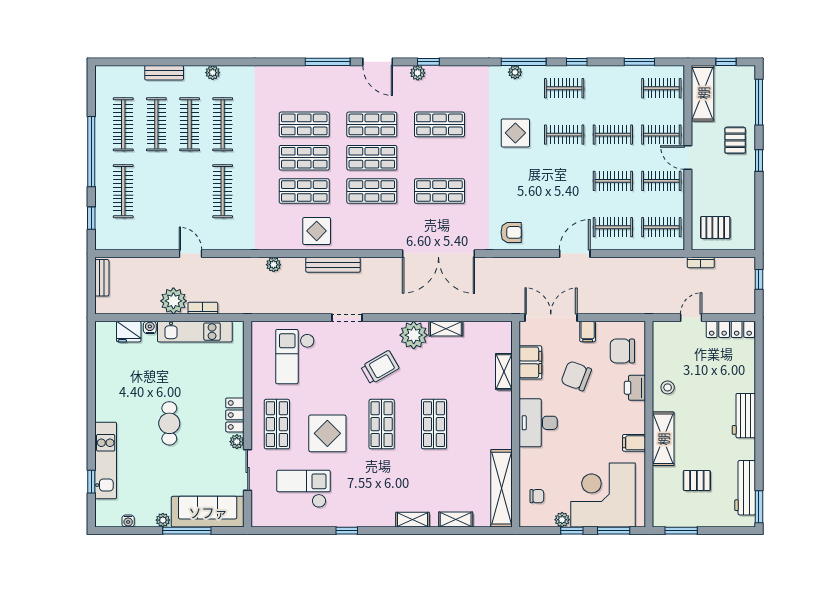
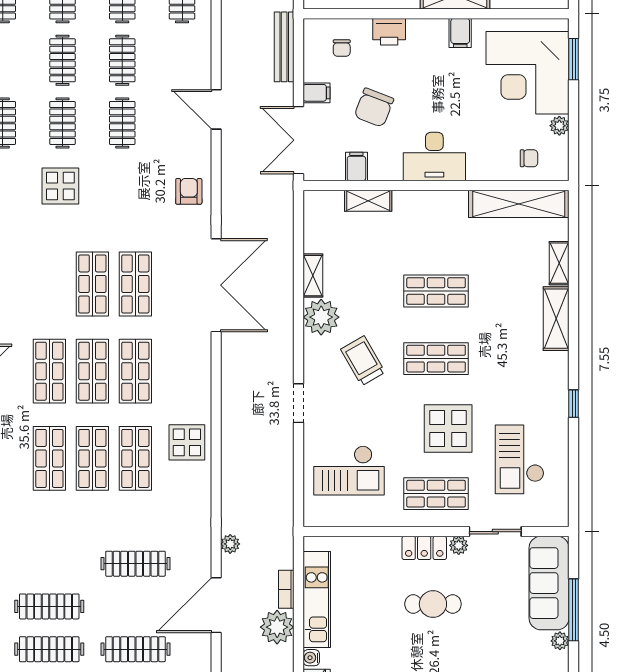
clothes rail: (223, 124) -> (135, 649), moved
shop shelf: (439, 124) -> (92, 284), moved
clothes rail: (613, 227) -> (122, 123), moved
door: (191, 254) -> (216, 605), width x1.87
plant: (274, 265) -> (230, 544), moved
bench: (333, 265) -> (284, 47), moved
chair: (622, 351) -> (342, 48), width x0.54, depth x0.54
filing cabinet: (530, 362) -> (356, 167), width x0.50
cafe table: (169, 423) -> (433, 604), moved
chair: (537, 496) -> (529, 158), turned 90
shelving: (413, 520) -> (556, 319), width x1.50, depth x1.33
window: (572, 531) -> (574, 113), removed

